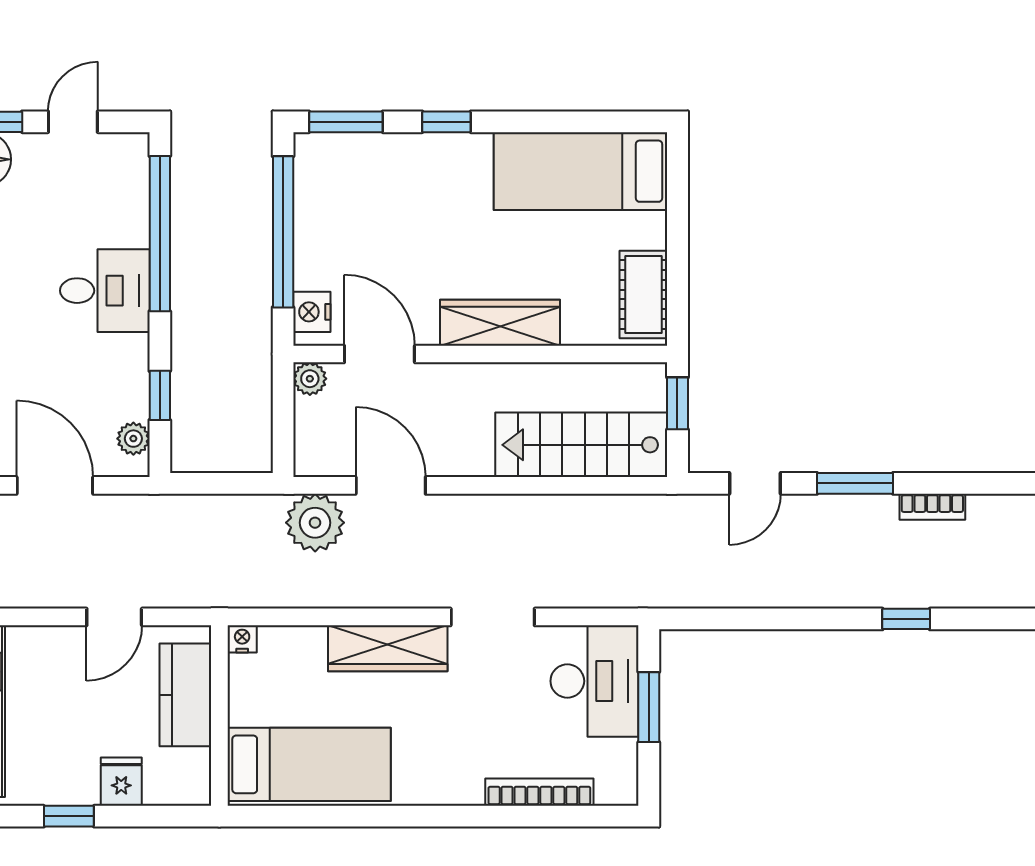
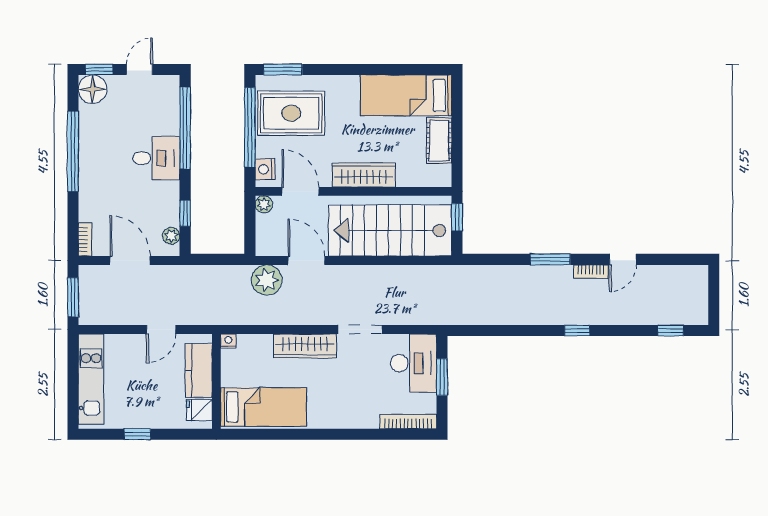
window: (446, 122) -> (336, 69), removed
rug: (362, 205) -> (291, 113), added
cot: (643, 294) -> (439, 141), moved
stairs: (581, 445) -> (390, 230), width x1.36, depth x1.51
door: (755, 483) -> (623, 259), moved
fridge: (121, 782) -> (199, 410), moved, turned -90
bookcase: (539, 792) -> (408, 422), moved

